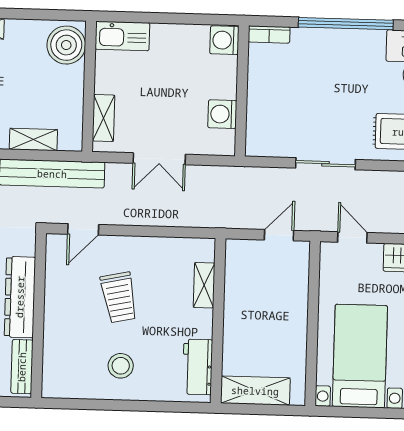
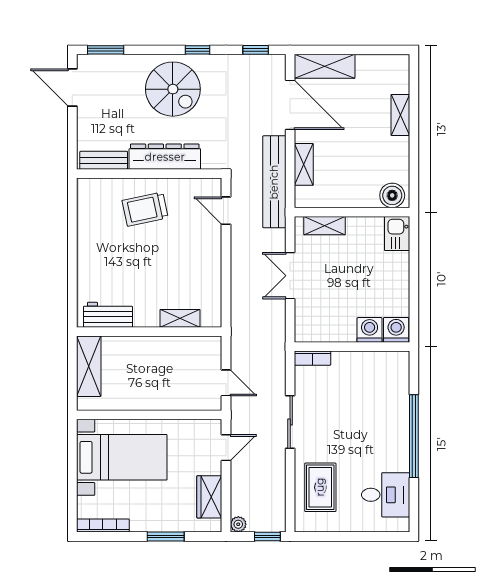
bookcase: (269, 34) -> (313, 358), moved, turned -90
kitchen sink: (122, 36) -> (397, 234), width x0.73
boiler: (66, 45) -> (392, 195), width x0.73, depth x0.73
washing machine: (222, 114) -> (370, 330), moved
trolley: (119, 297) -> (145, 209), moved
stool: (121, 366) -> (107, 247), removed

